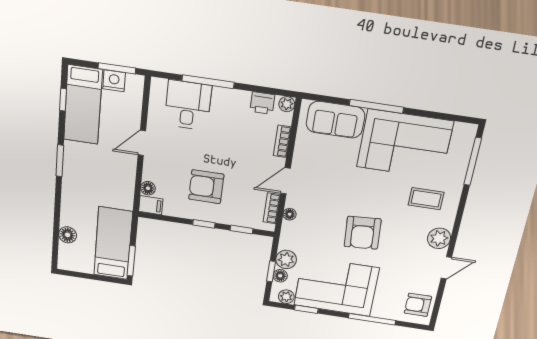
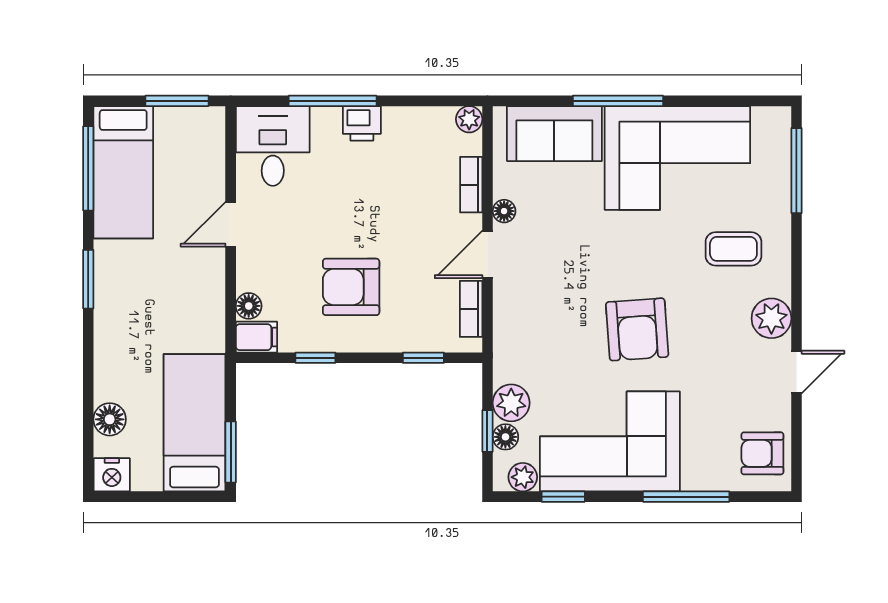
nightstand: (114, 81) -> (112, 475), moved, turned 180
window: (63, 100) -> (88, 168), width x2.17
printer: (262, 103) -> (362, 123), moved
desk: (188, 105) -> (273, 146), moved
floor lamp: (290, 214) -> (504, 211), moved
window: (204, 224) -> (315, 358), moved

